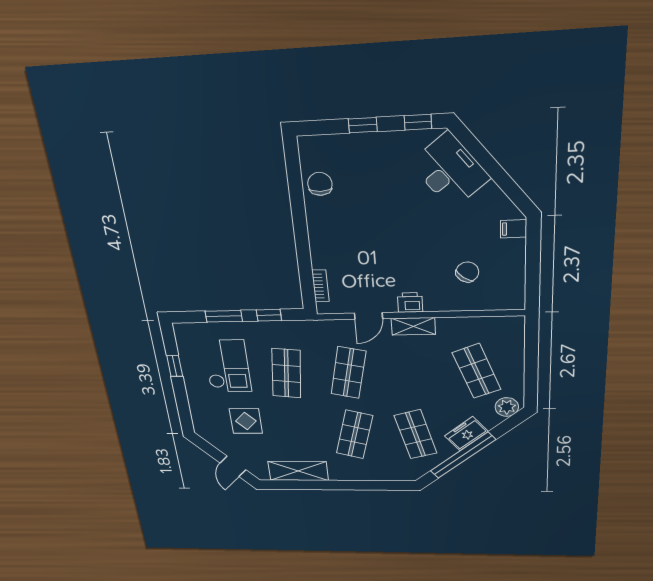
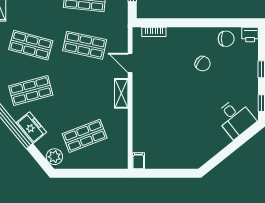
desk: (450, 171) -> (235, 118), width x0.73
filing cabinet: (514, 229) -> (138, 161), moved
chair: (467, 272) -> (203, 64), moved
printer: (410, 302) -> (250, 34), moved, turned 90

